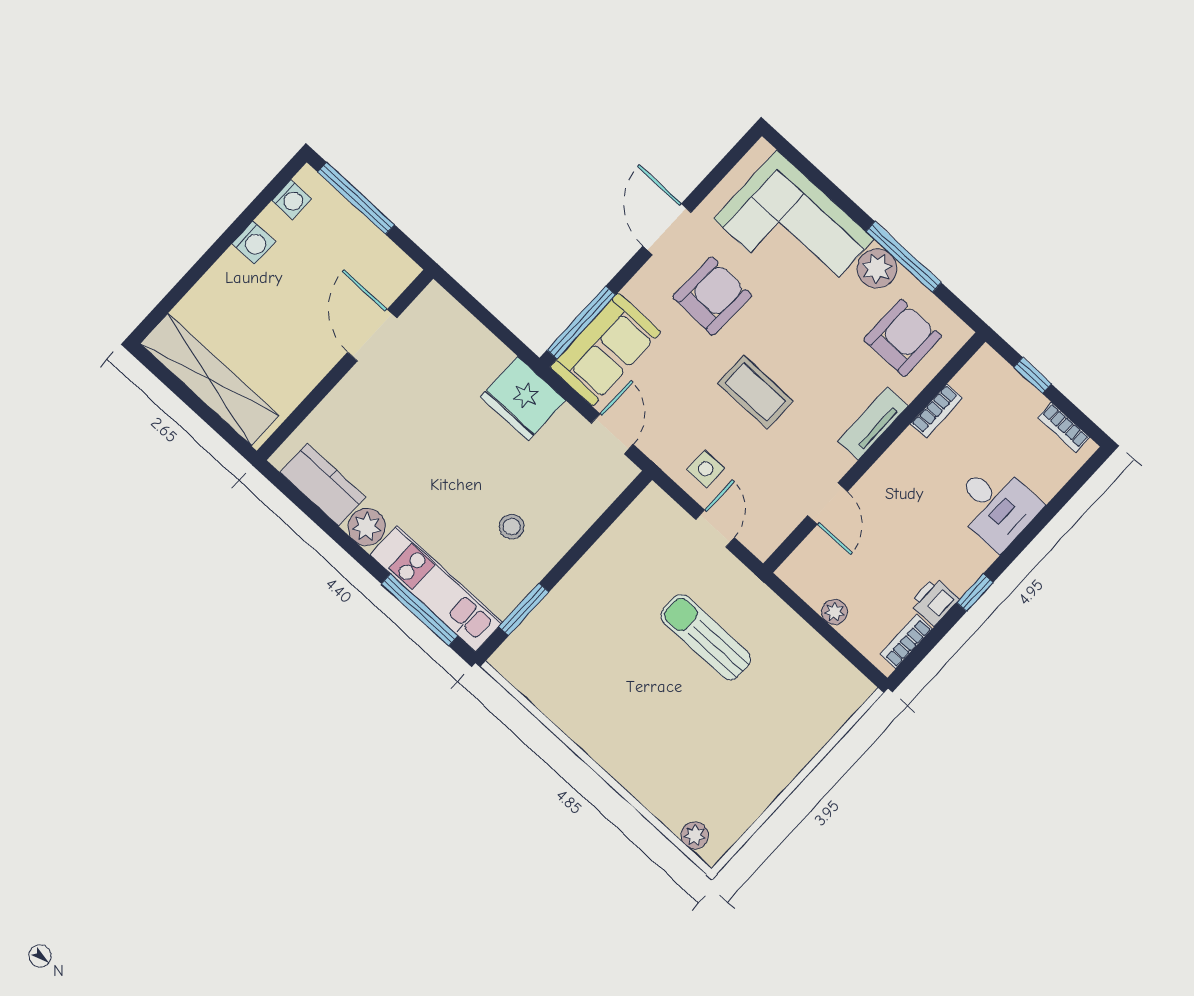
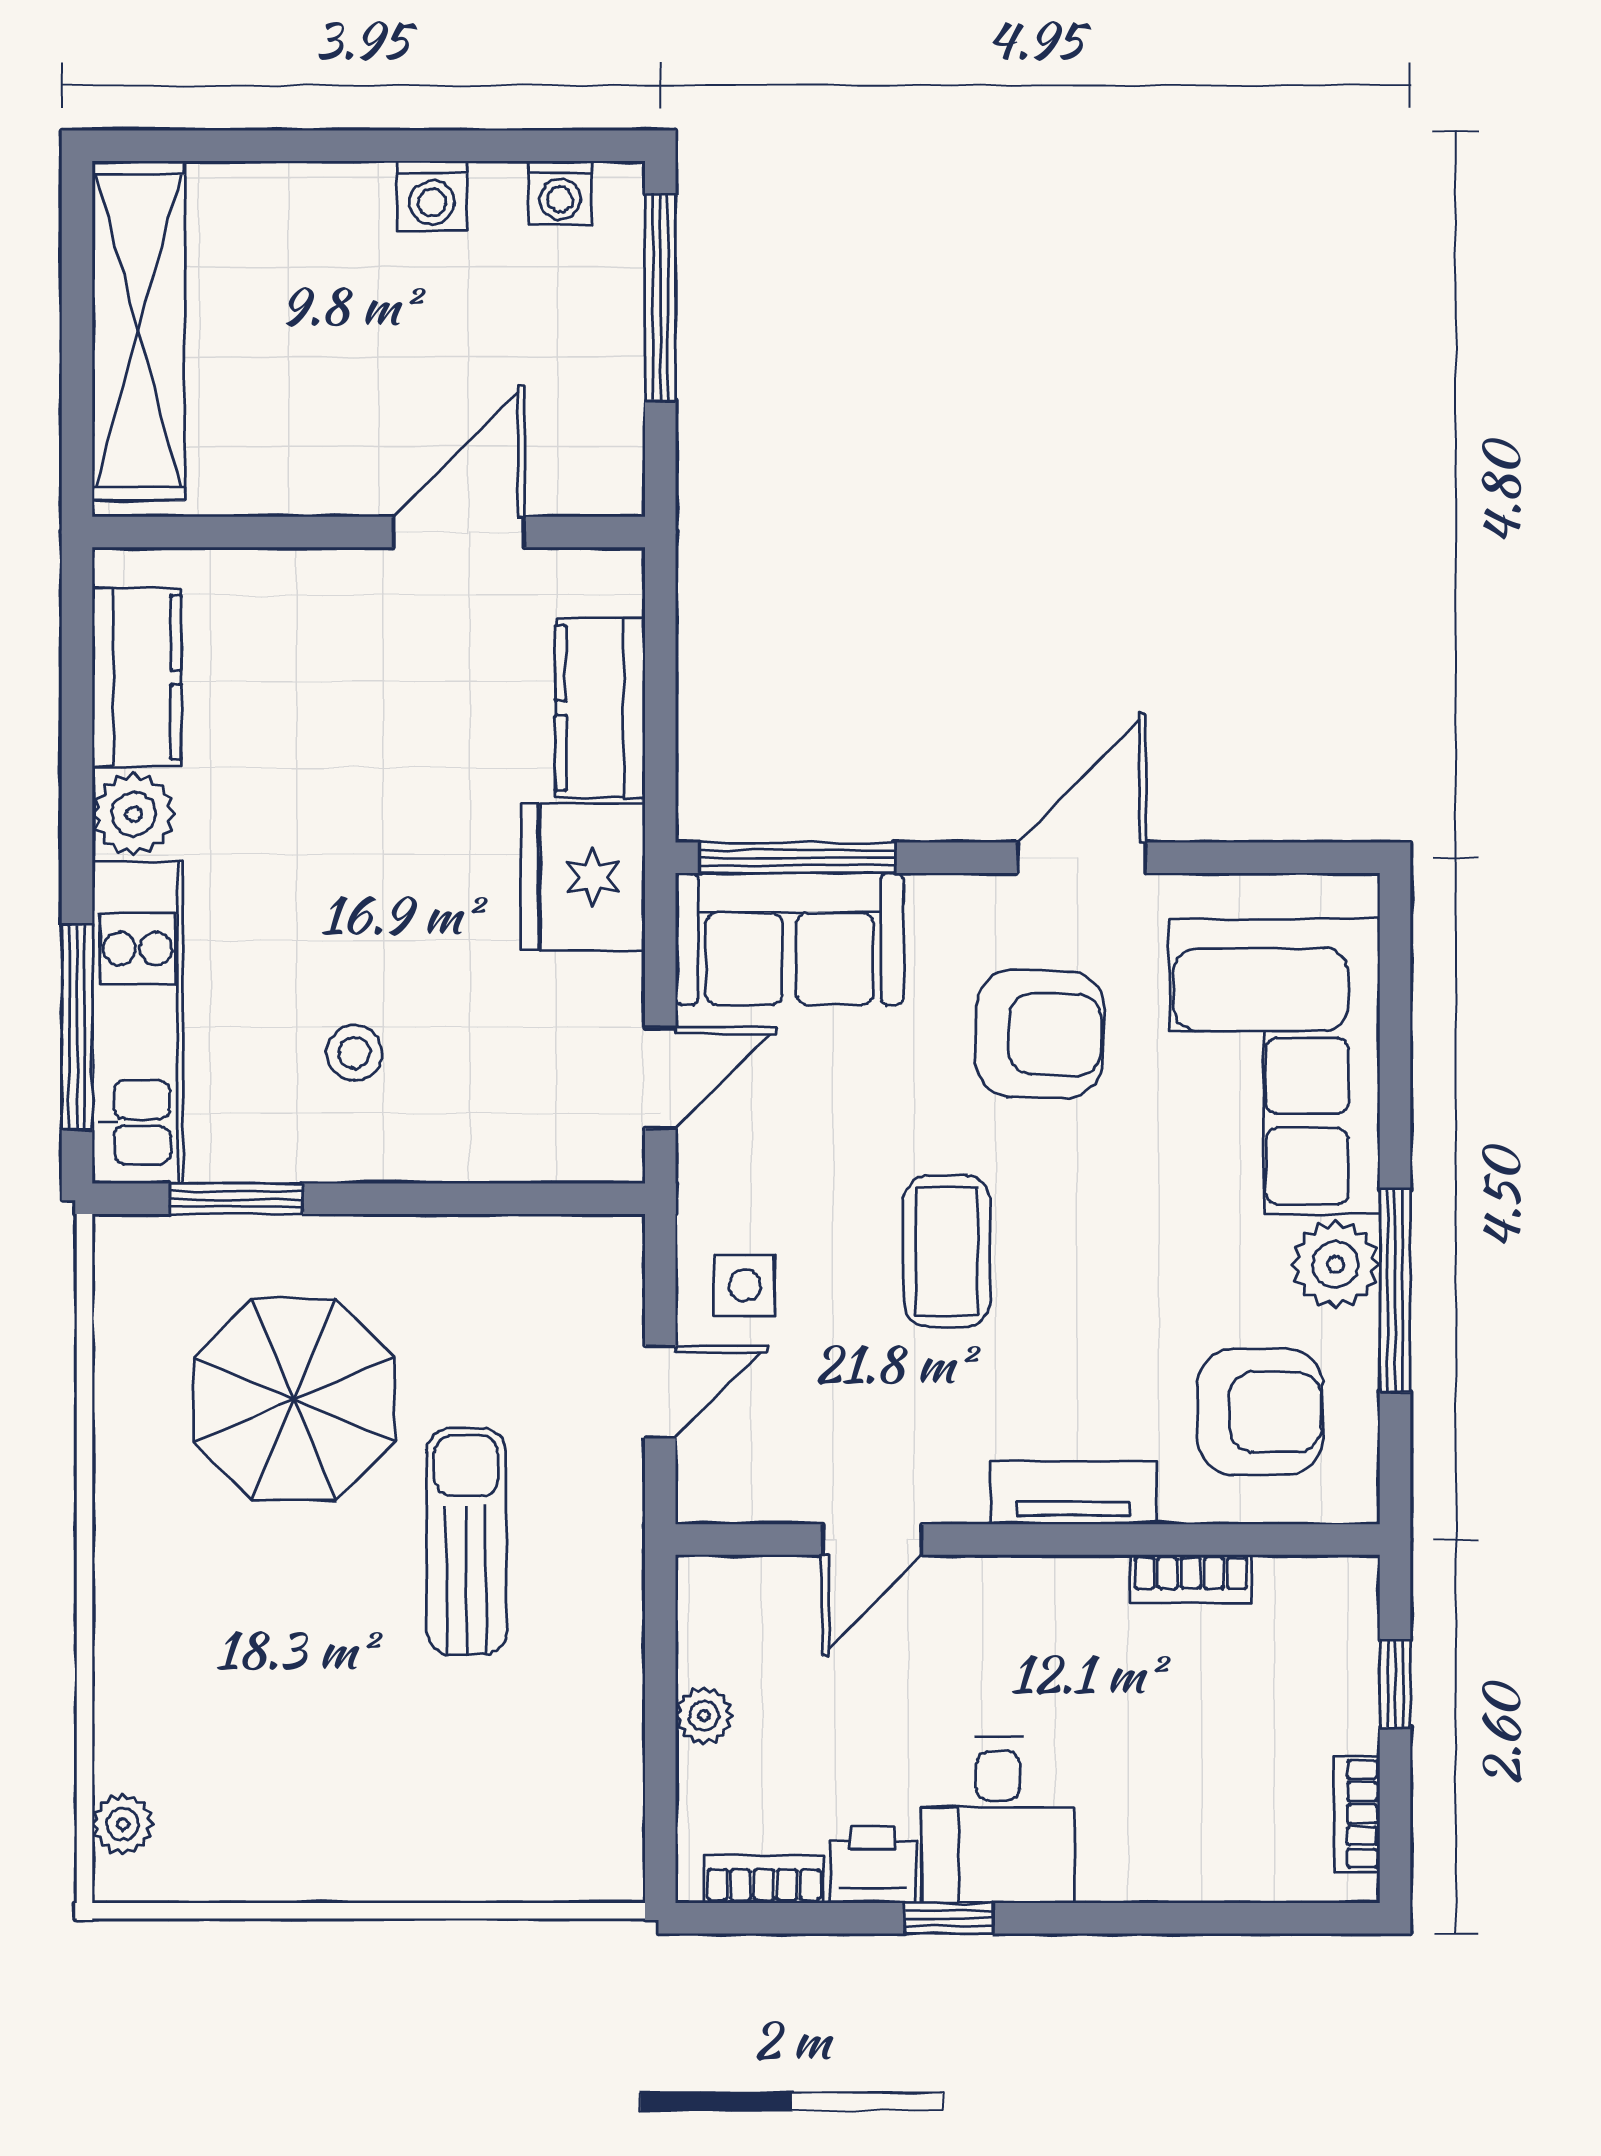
kitchen counter: (473, 342) -> (600, 708), added
desk: (996, 506) -> (998, 1820), moved
parasol: (607, 651) -> (294, 1399), added

